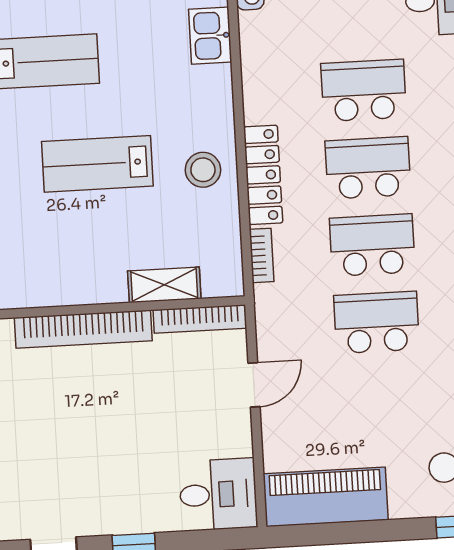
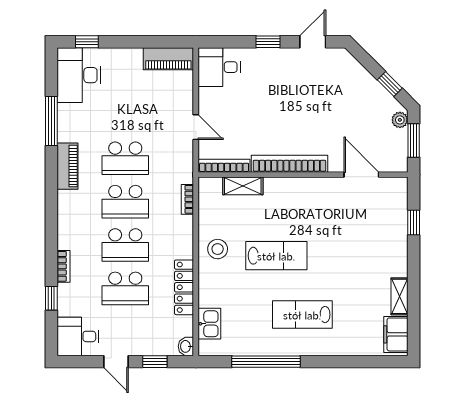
locker: (263, 175) -> (184, 287), moved
door: (254, 385) -> (196, 127), swing flipped
piano: (326, 497) -> (168, 59), width x0.73, depth x0.75

